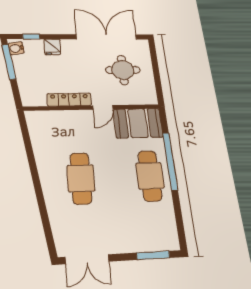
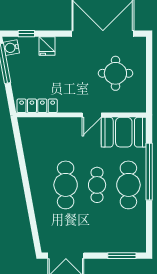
locker: (69, 99) -> (37, 106), moved
cafe table: (116, 177) -> (97, 185), added

